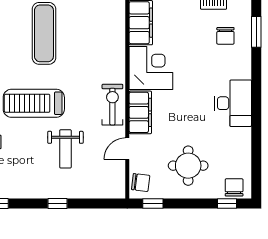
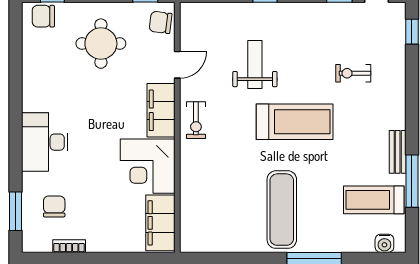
desk: (233, 103) -> (45, 142), moved
exercise bike: (112, 105) -> (196, 120), width x0.73, depth x0.72
chair: (234, 187) -> (43, 16), turned 90

